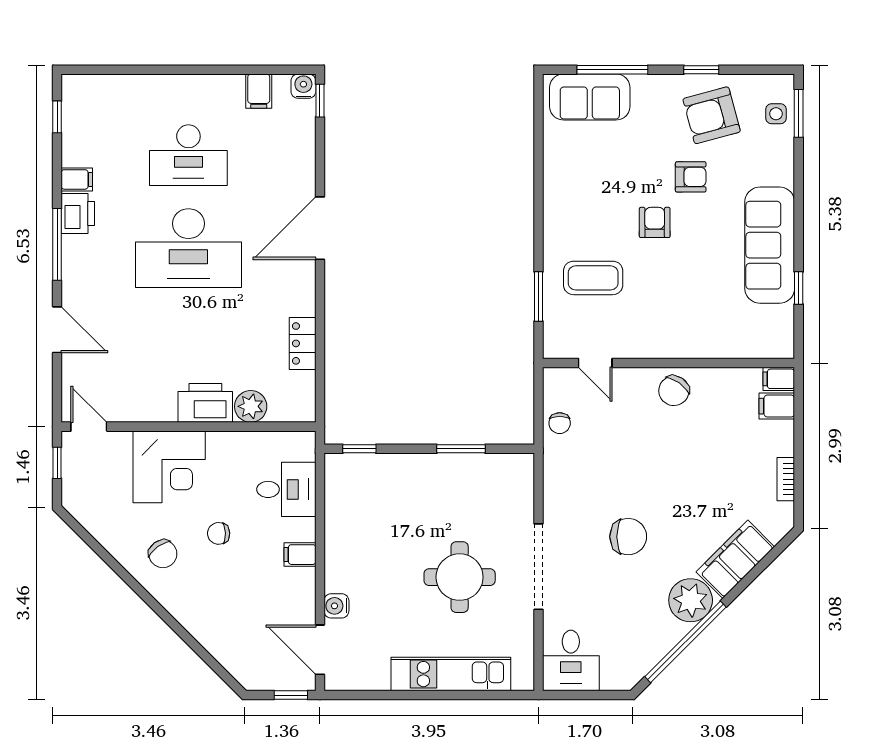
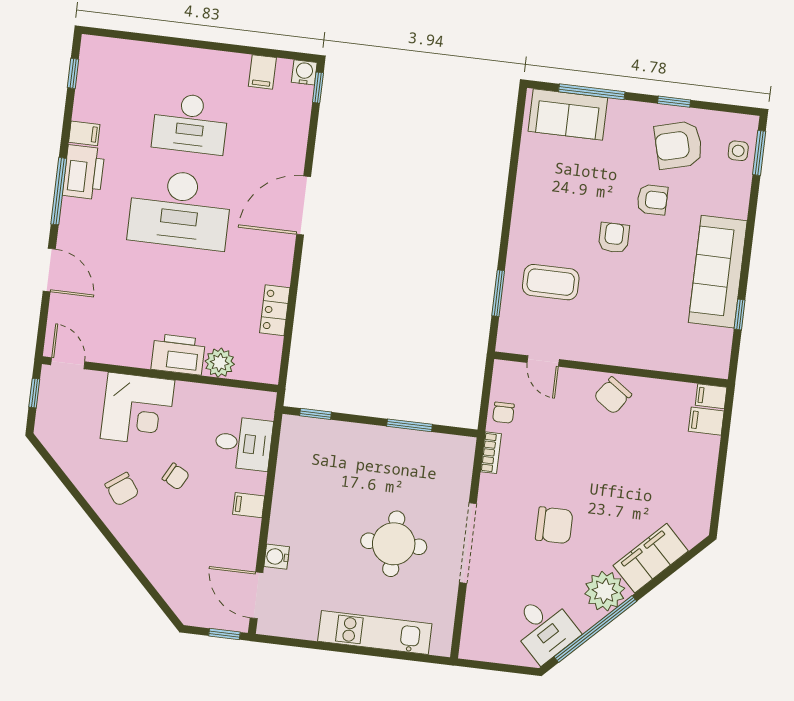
printer: (78, 213) -> (84, 172), width x1.37, depth x1.19
bookcase: (786, 479) -> (491, 453), moved, turned 180
chair: (219, 533) -> (176, 476), turned -150
desk: (571, 660) -> (544, 628), moved, turned -45

